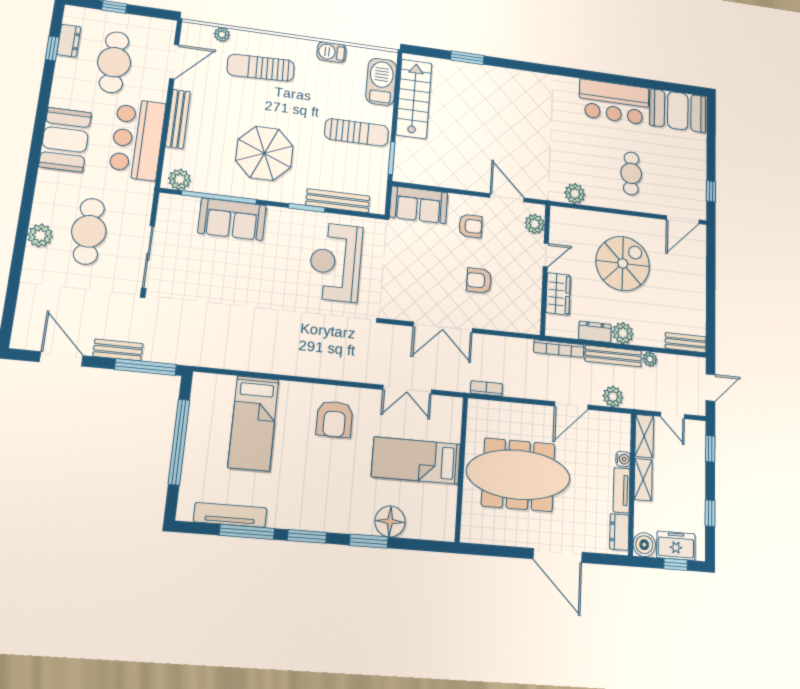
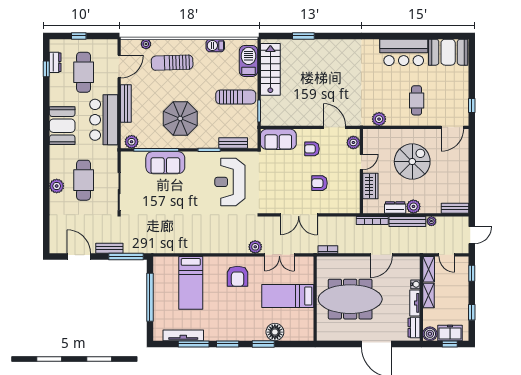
bench: (338, 201) -> (233, 143), width x0.73
armchair: (470, 226) -> (312, 149), turned 180
plant: (613, 397) -> (255, 247), moved

